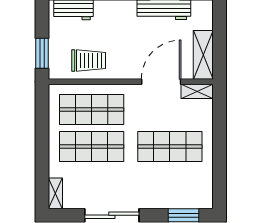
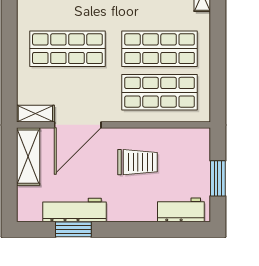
window: (42, 53) -> (218, 178), moved
trolley: (89, 61) -> (138, 162), moved, turned 180

